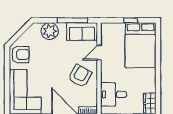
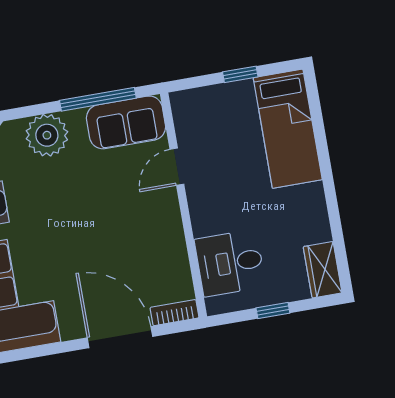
bed: (141, 45) -> (288, 129), width x0.67
armchair: (80, 76) -> (140, 232), removed

